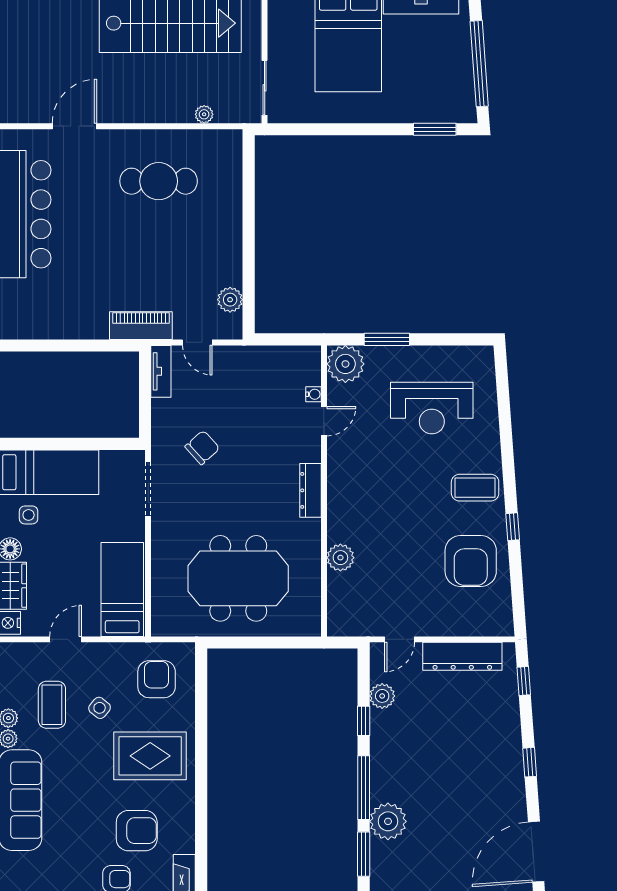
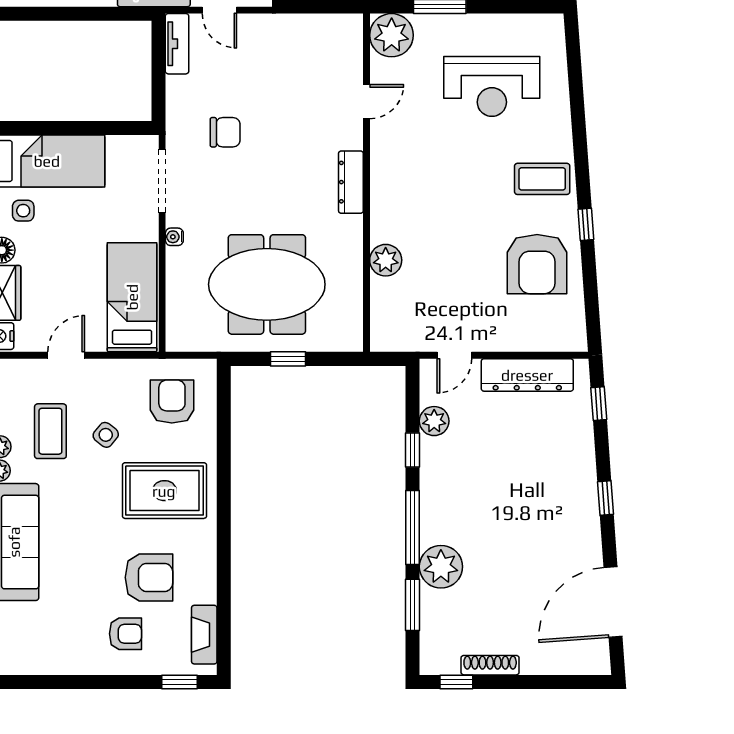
water cooler: (313, 394) -> (174, 237), moved, turned 180
chair: (202, 447) -> (225, 132), turned 42
window: (256, 642) -> (288, 359), added

